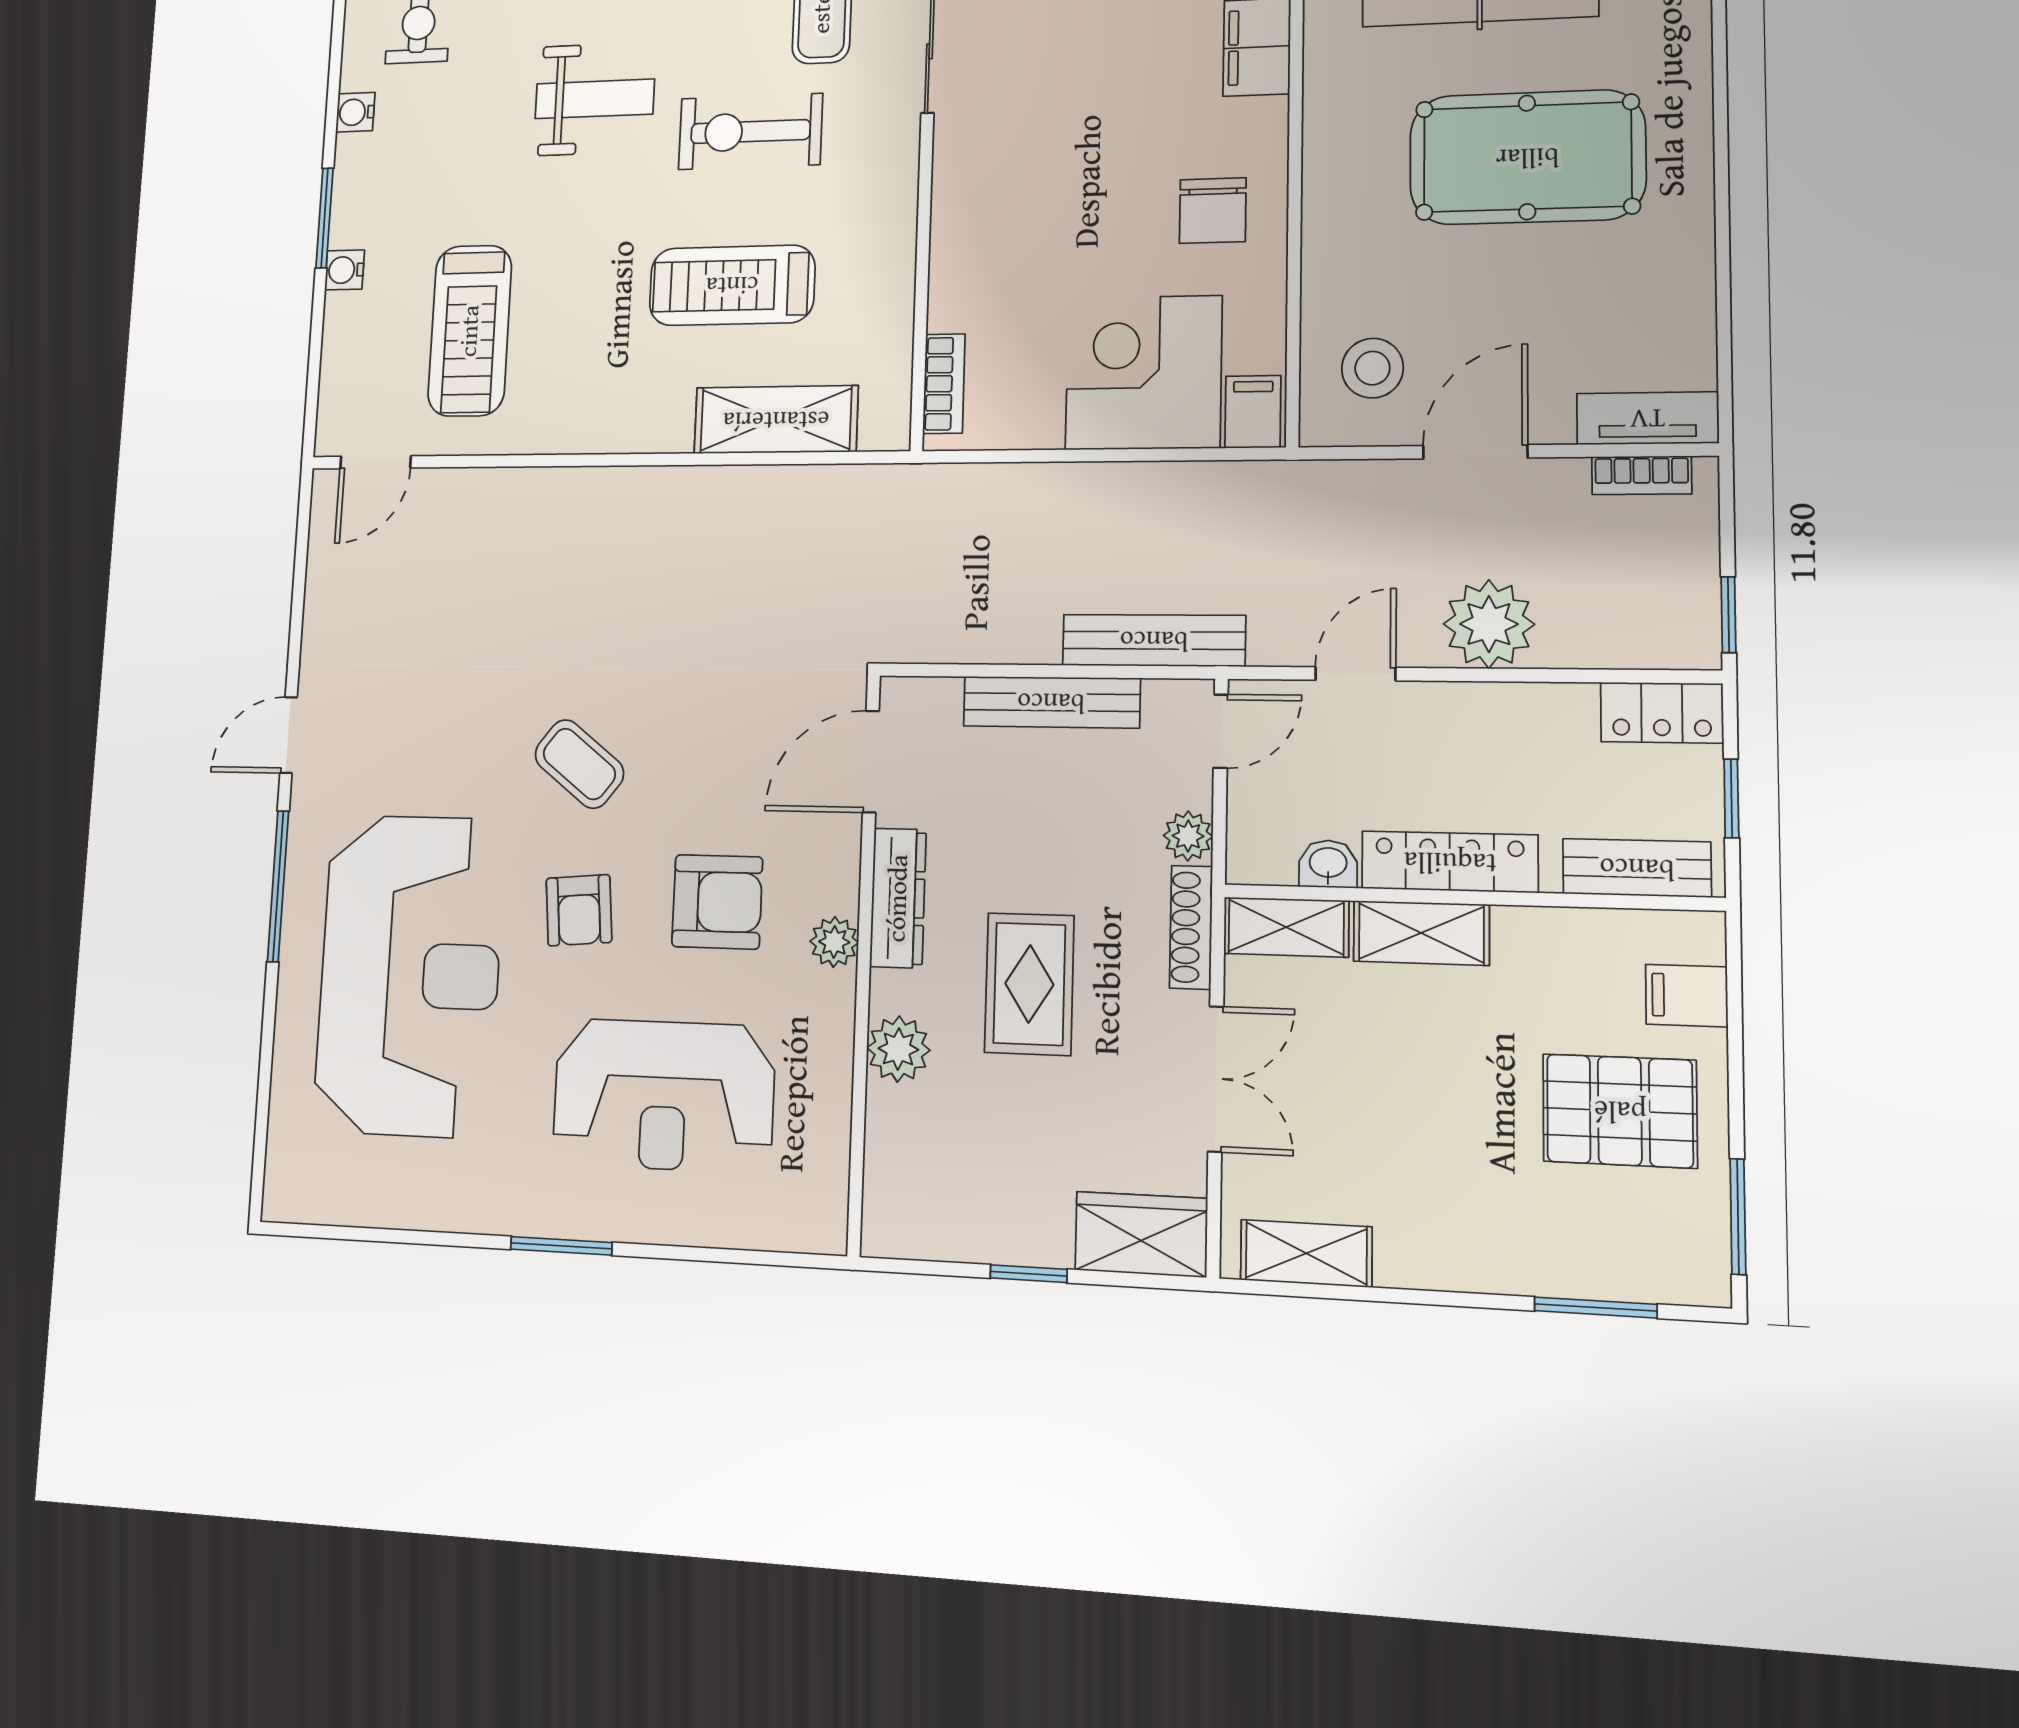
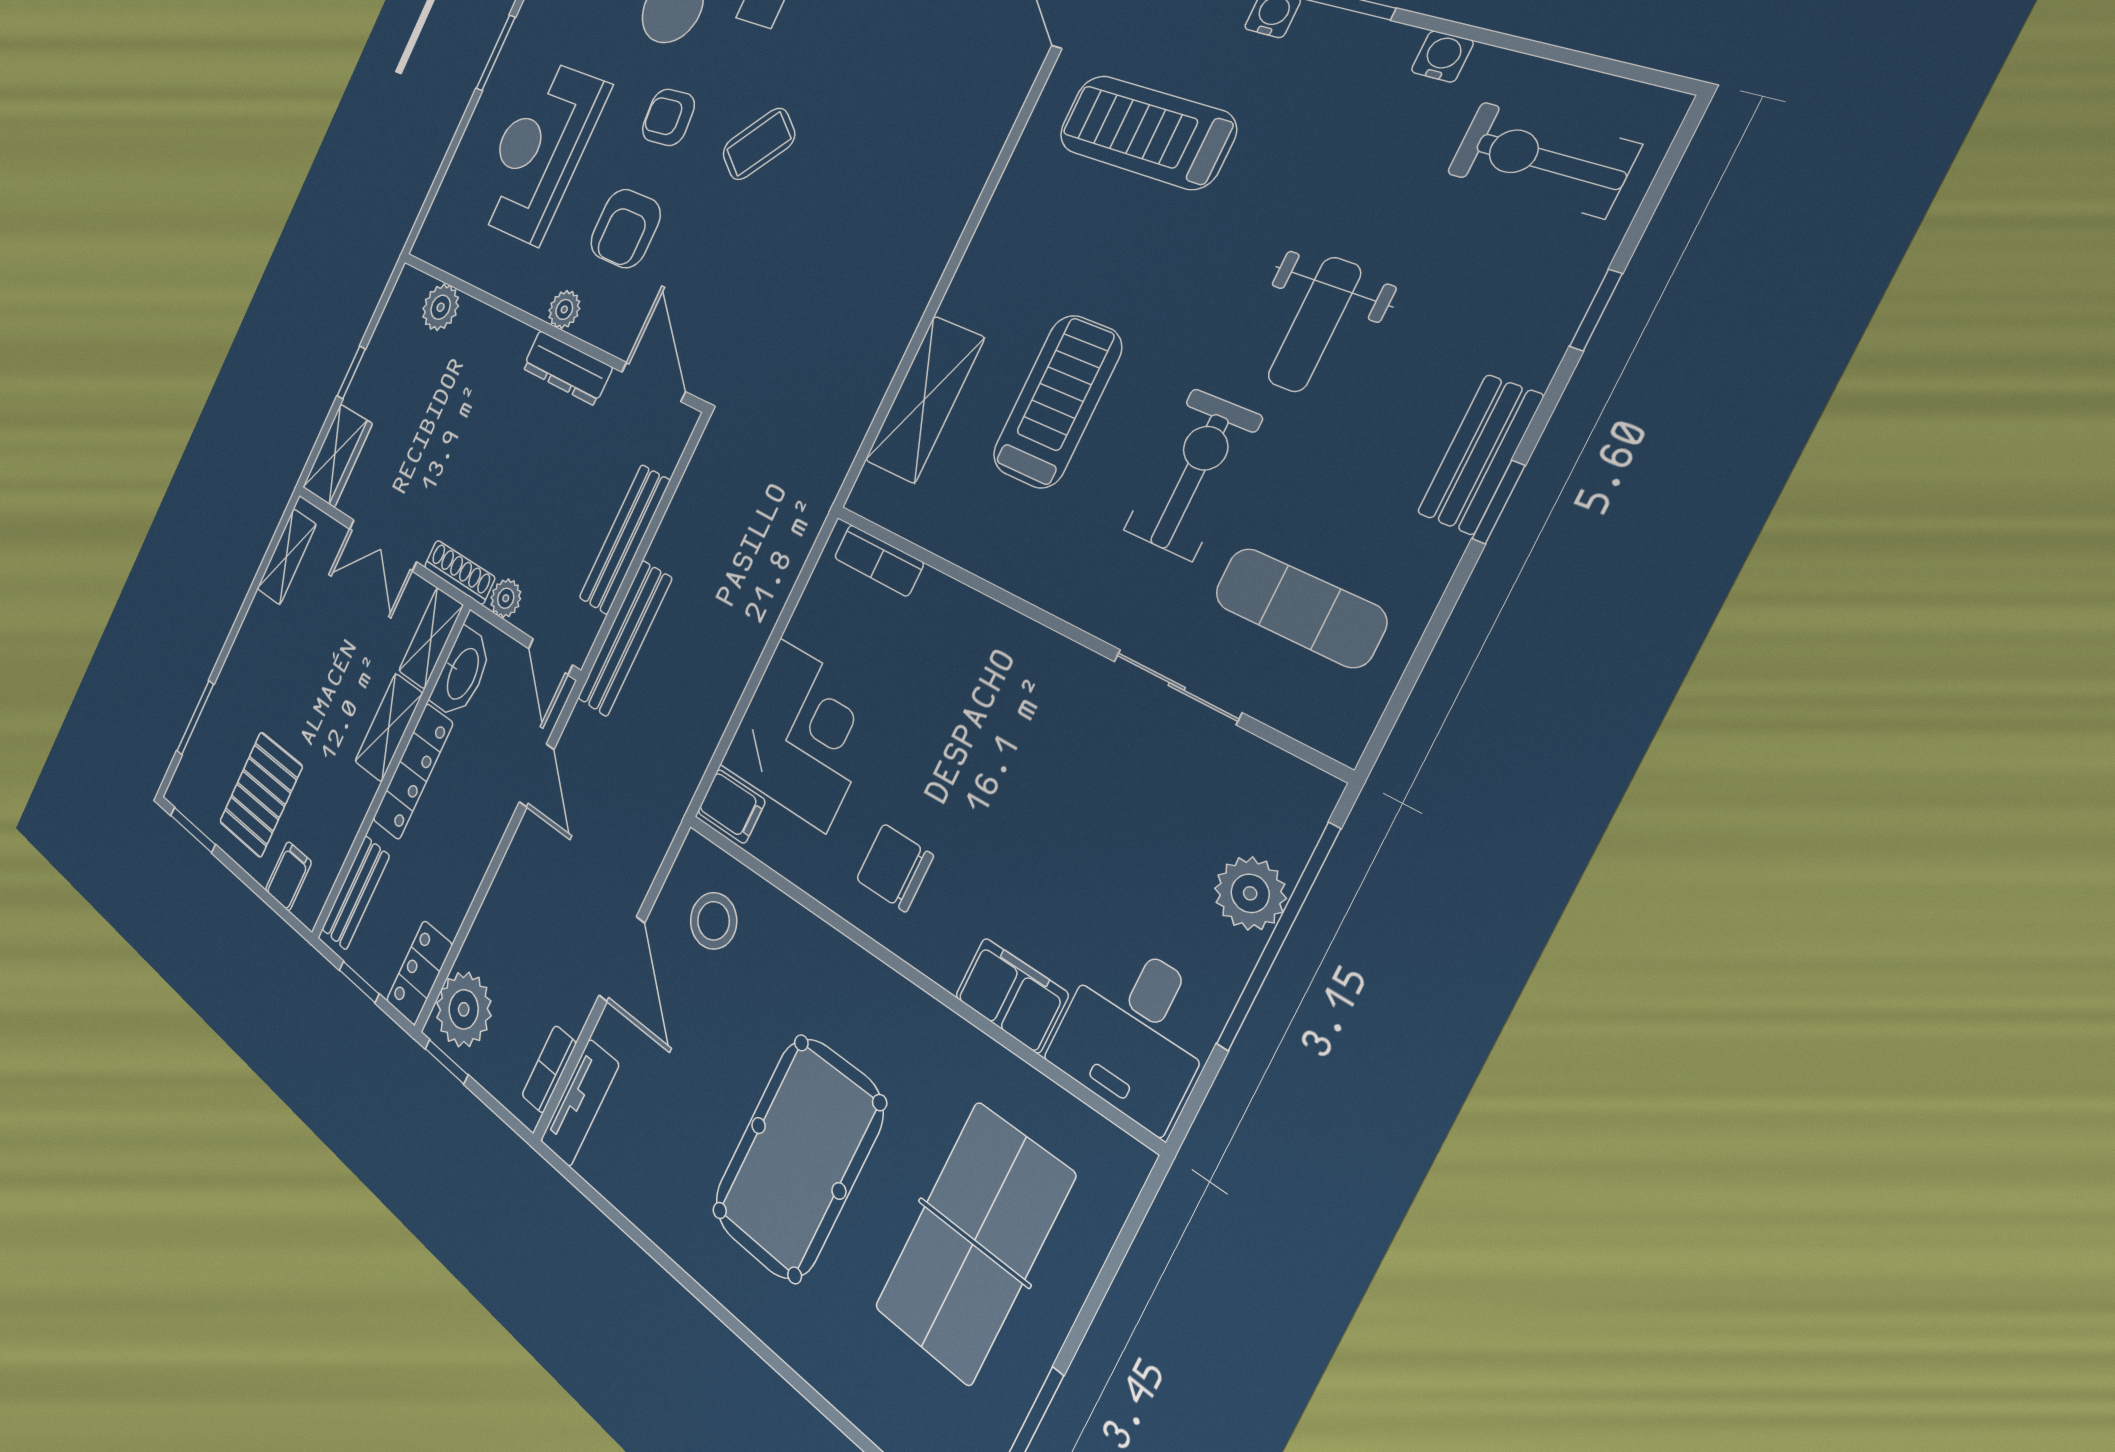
plant: (1489, 624) -> (464, 1009), moved
washbasin: (1328, 864) -> (462, 673), width x1.91, depth x1.45
rug: (1029, 984) -> (481, 442), removed
plant: (898, 1049) -> (441, 307), moved

